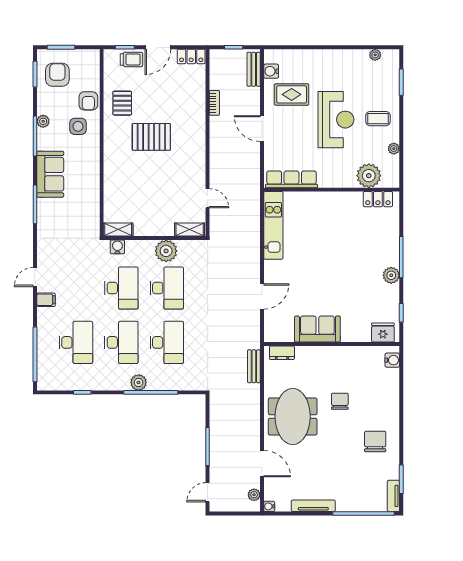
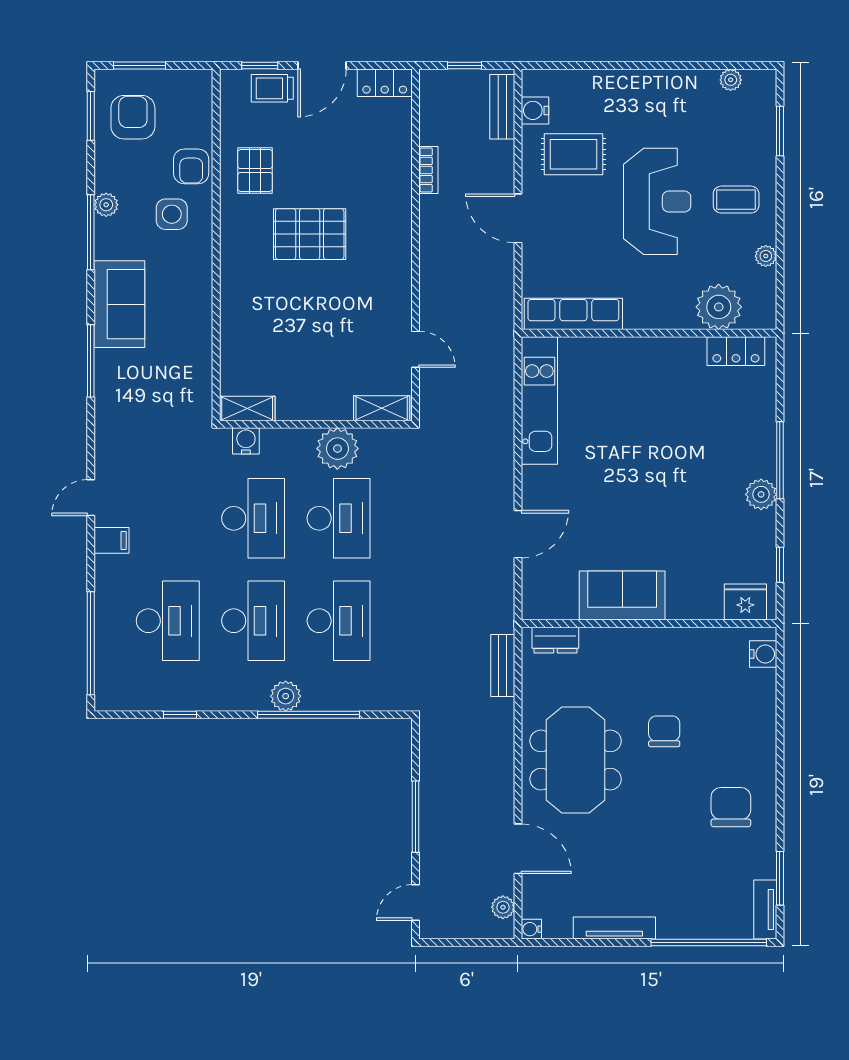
trolley: (131, 59) -> (272, 88), turned 180

